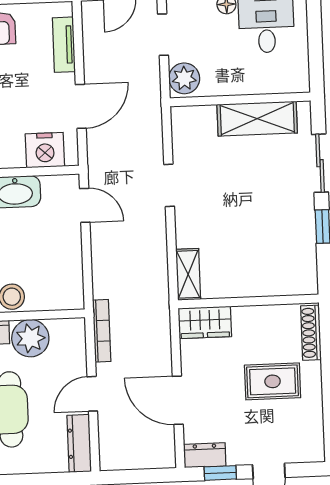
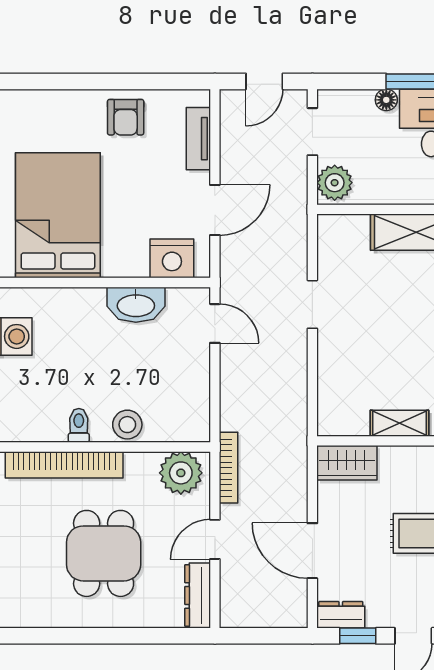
shelving: (188, 274) -> (399, 423), moved, turned 90
plant: (30, 338) -> (181, 473), moved

